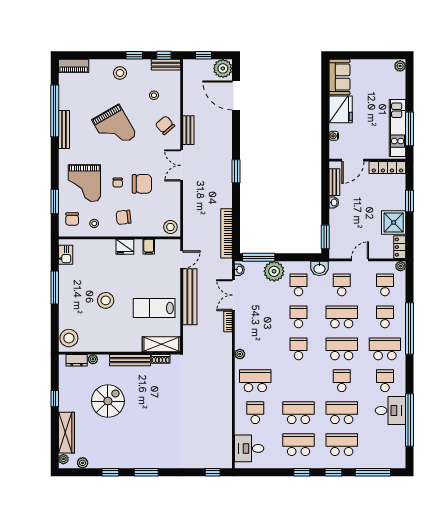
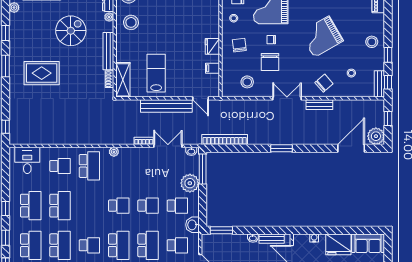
stool: (170, 227) -> (247, 82), moved
stool: (106, 300) -> (131, 22), moved
spiral stairs: (108, 401) -> (71, 31), turned -90
rug: (154, 433) -> (42, 73), added

